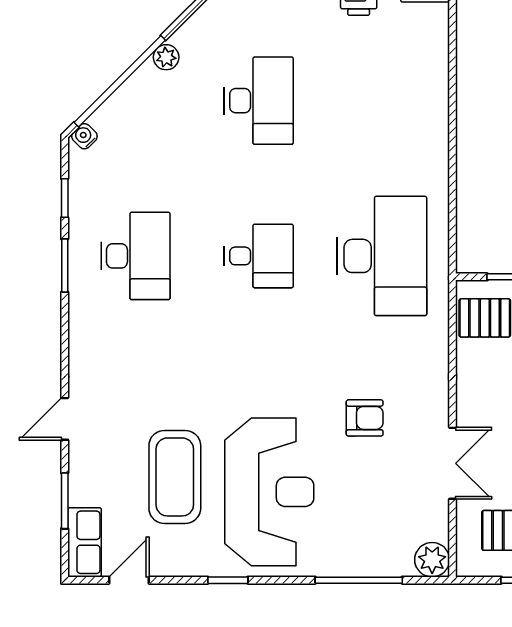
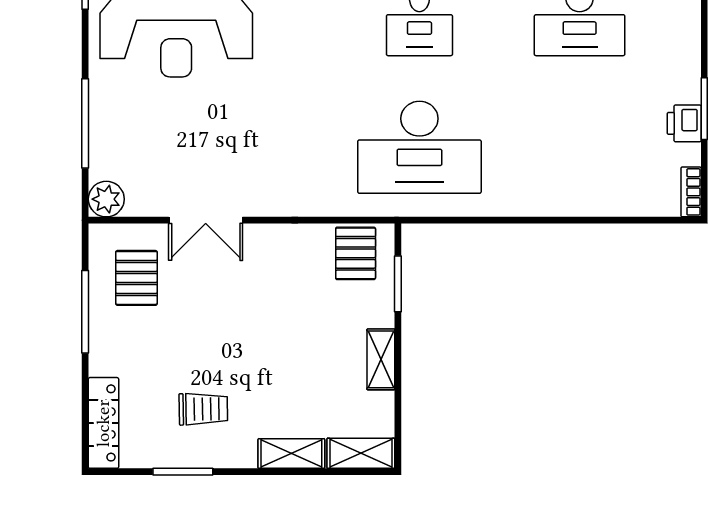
armchair: (365, 418) -> (252, 130), removed

